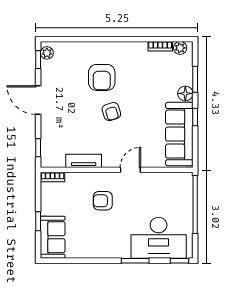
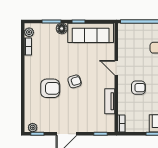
armchair: (103, 201) -> (138, 88), turned -90

